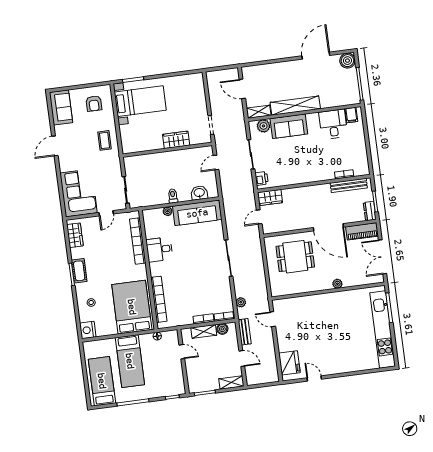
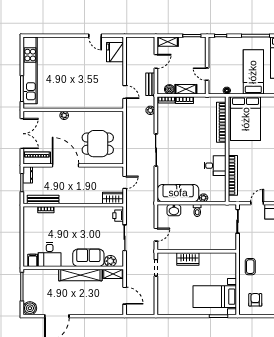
door: (242, 359) -> (156, 61), swing flipped

